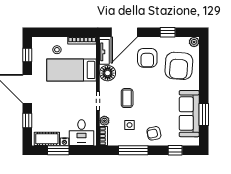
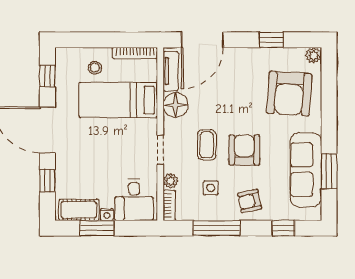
armchair: (147, 58) -> (244, 150), moved, turned 180

